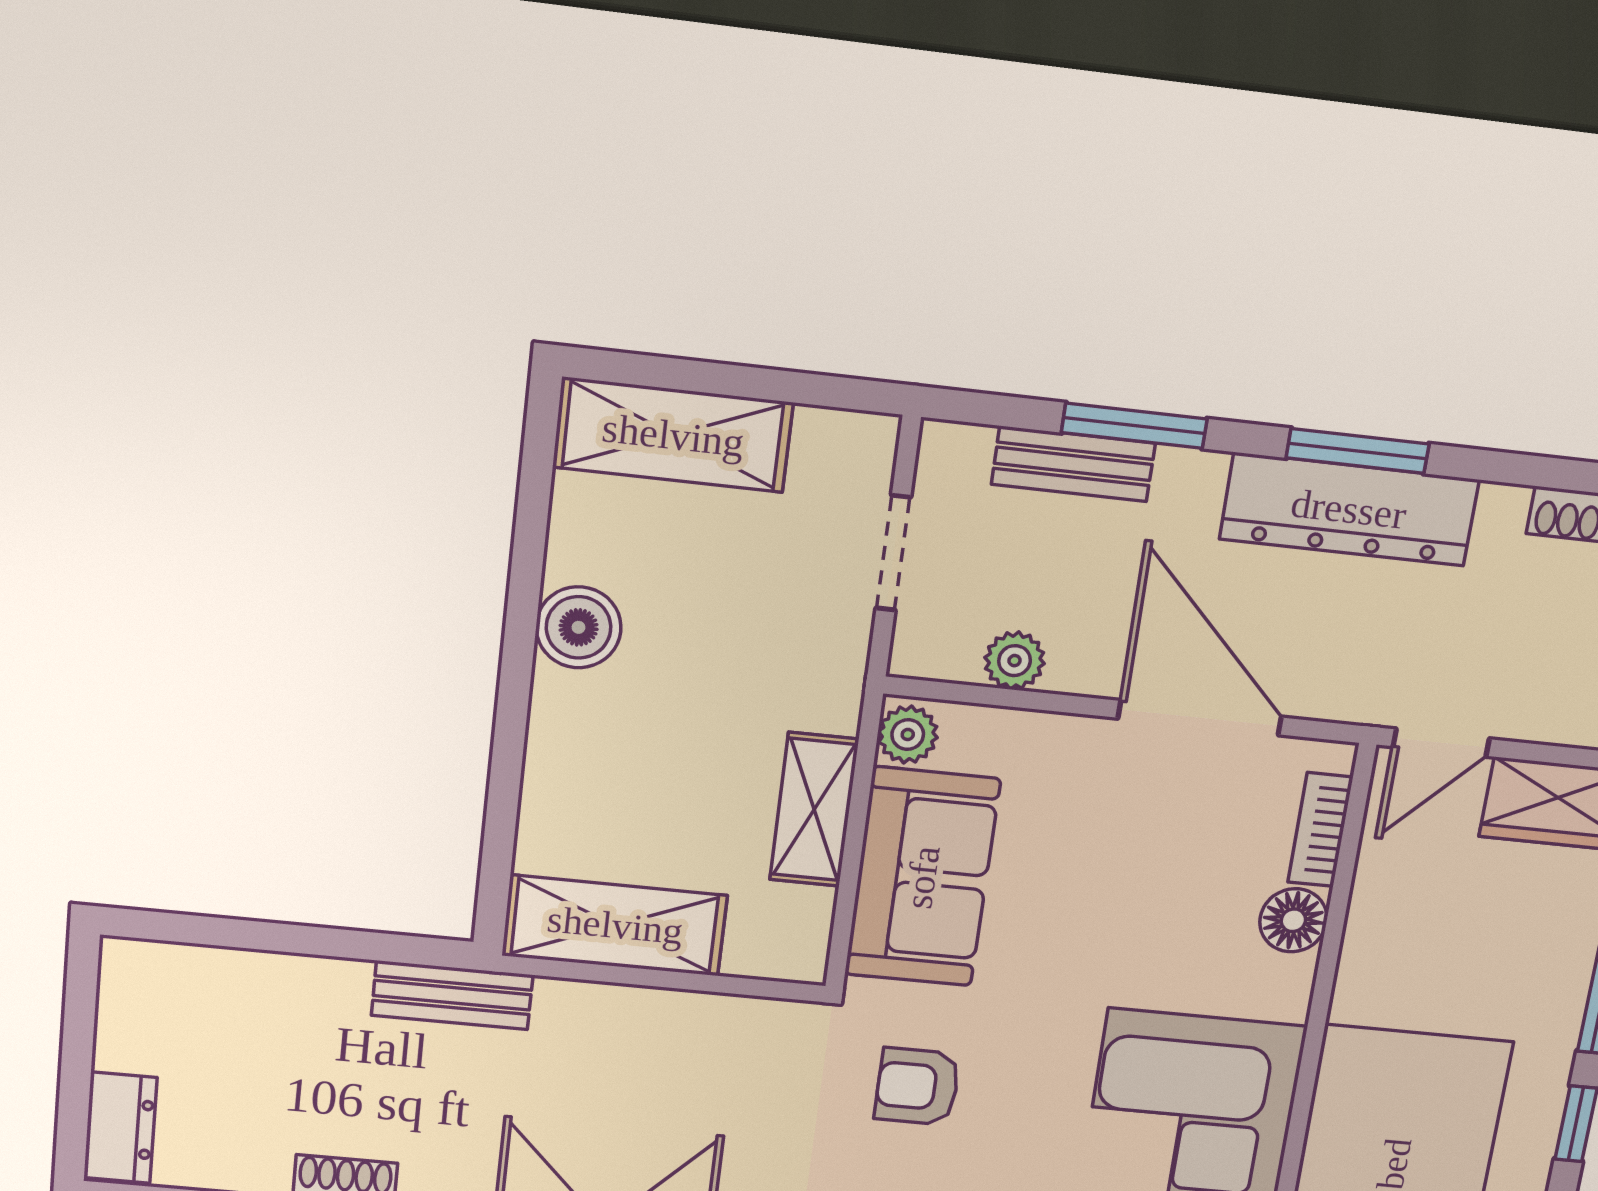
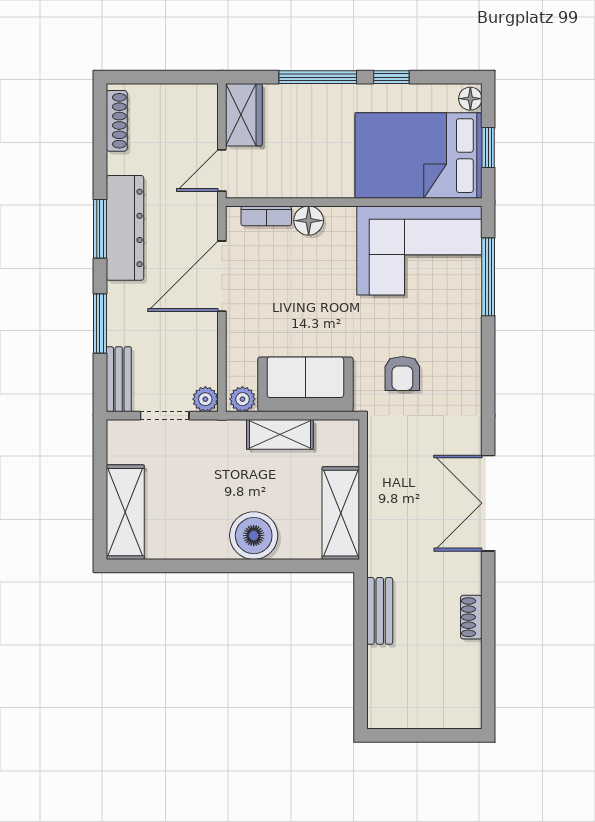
bench: (1073, 464) -> (119, 379), moved
boiler: (579, 627) -> (254, 536), moved, width x1.37, depth x1.37
plant: (1015, 661) -> (205, 399), moved
door: (1441, 743) -> (222, 170), swing flipped
bench: (452, 995) -> (380, 611), moved
dresser: (120, 1128) -> (455, 715), removed

